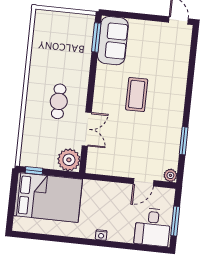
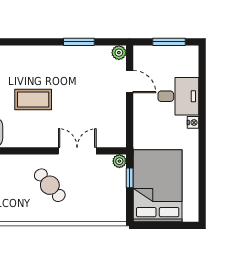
cafe table: (59, 101) -> (50, 185), turned 49
plant: (69, 160) -> (119, 161), width x0.53, depth x0.53
window: (34, 171) -> (130, 178), moved
desk: (153, 227) -> (178, 96), moved

